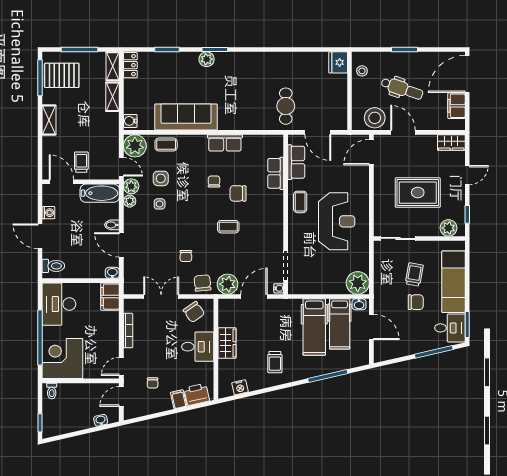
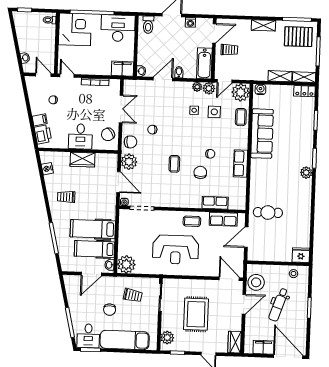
plant: (207, 59) -> (306, 173), moved
pallet: (62, 75) -> (298, 37), turned 90
trolley: (414, 274) -> (133, 295), moved

